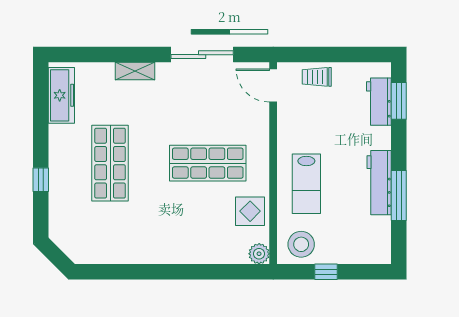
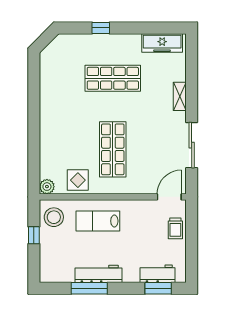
trolley: (317, 77) -> (175, 228), turned 180

